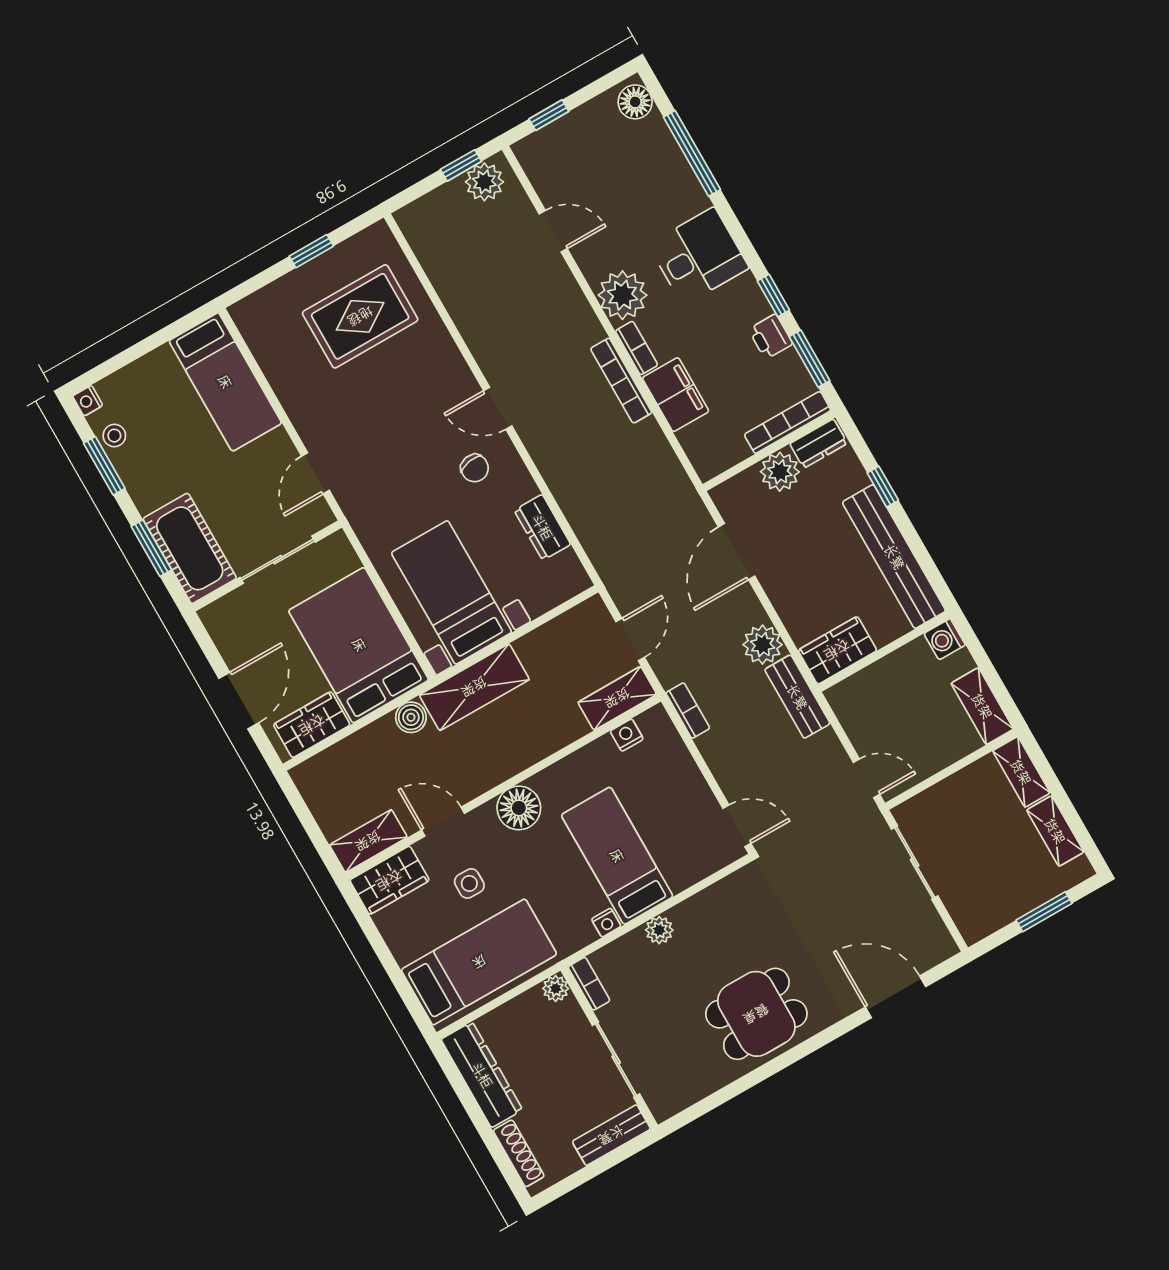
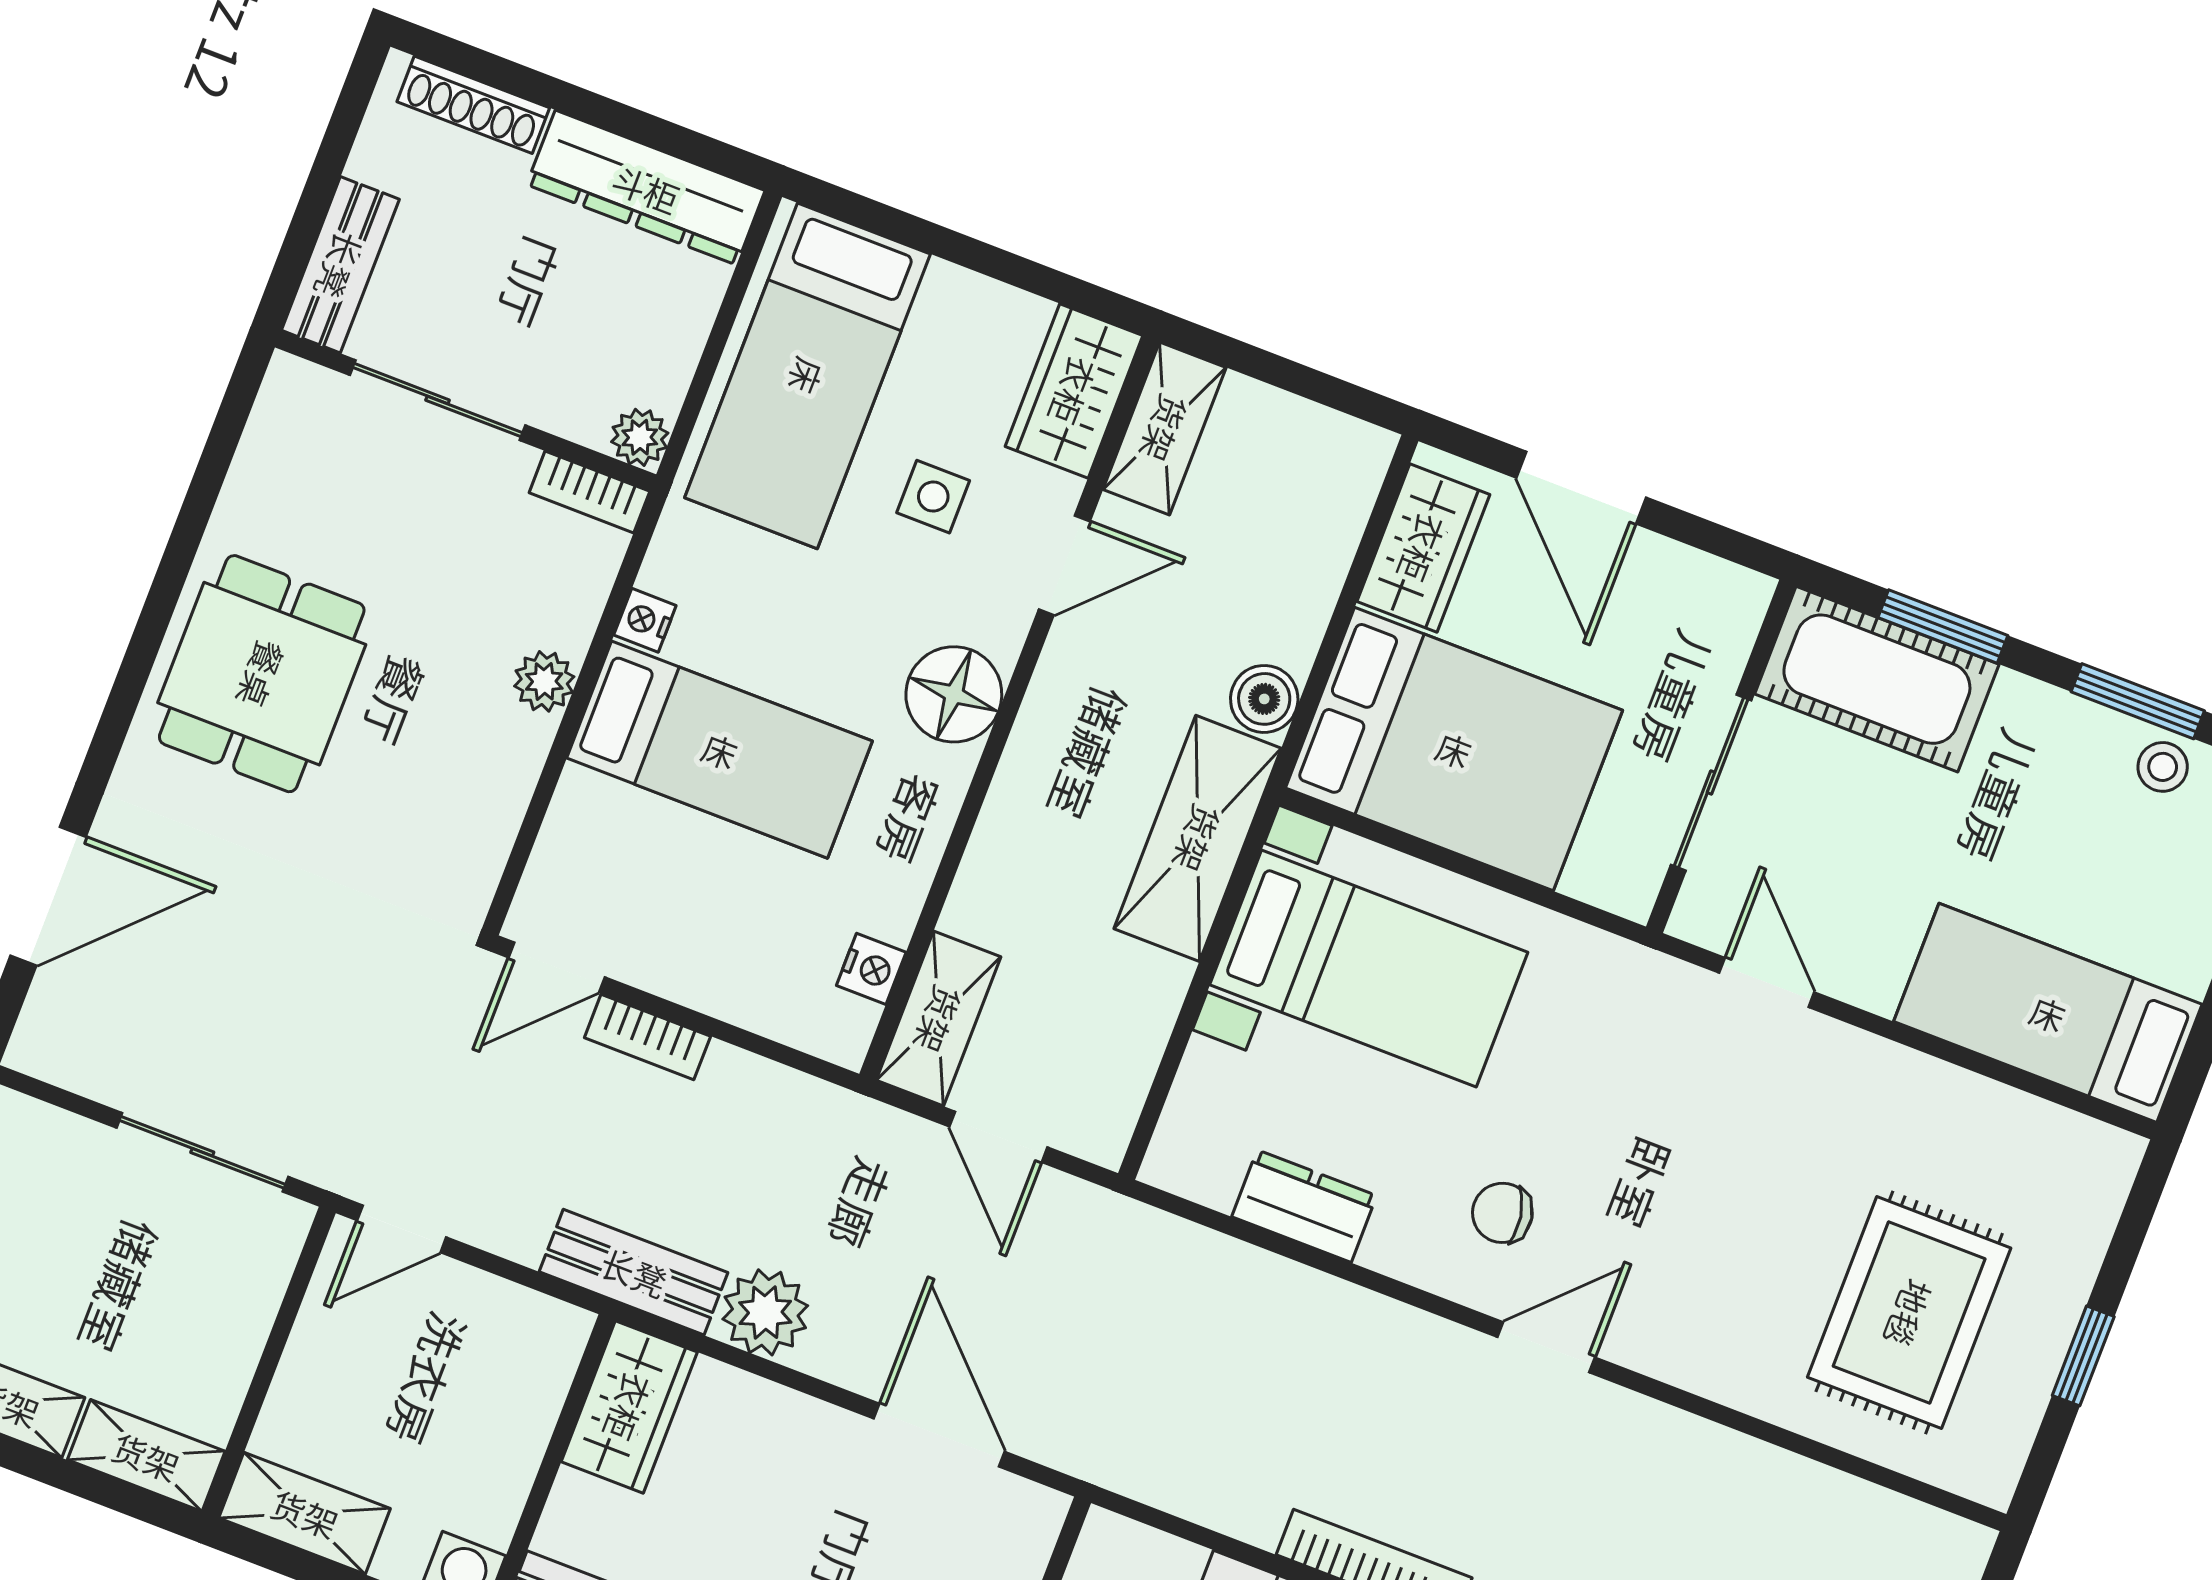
bookcase: (688, 711) -> (647, 1037), moved

